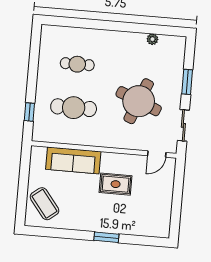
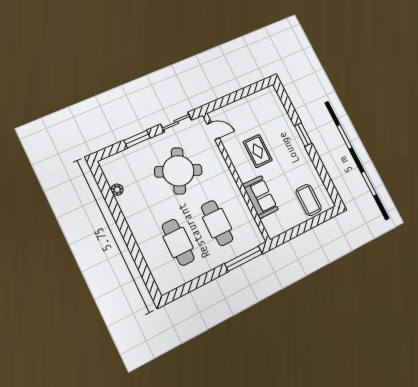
cafe table: (77, 64) -> (178, 242), width x1.37, depth x1.35
window: (29, 112) -> (243, 259), width x2.17
sofa: (73, 160) -> (260, 197), width x0.73
coffee table: (44, 204) -> (309, 200), turned -52

